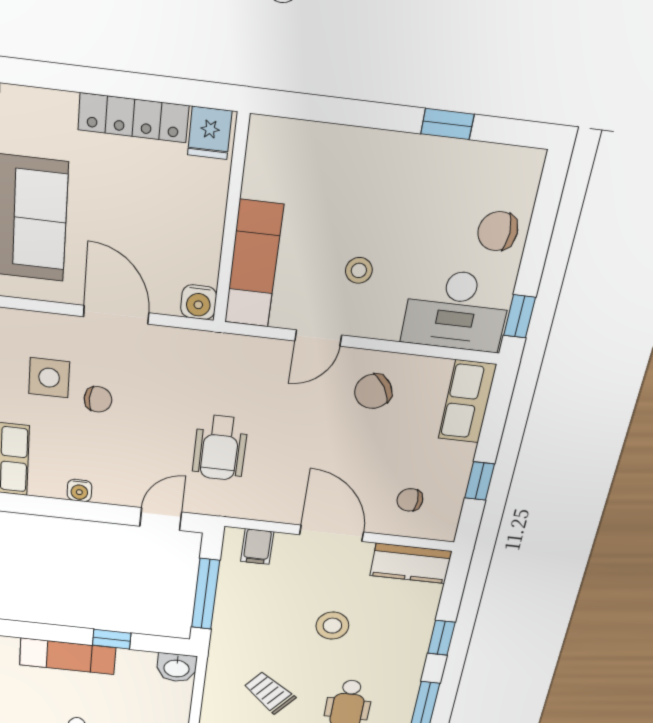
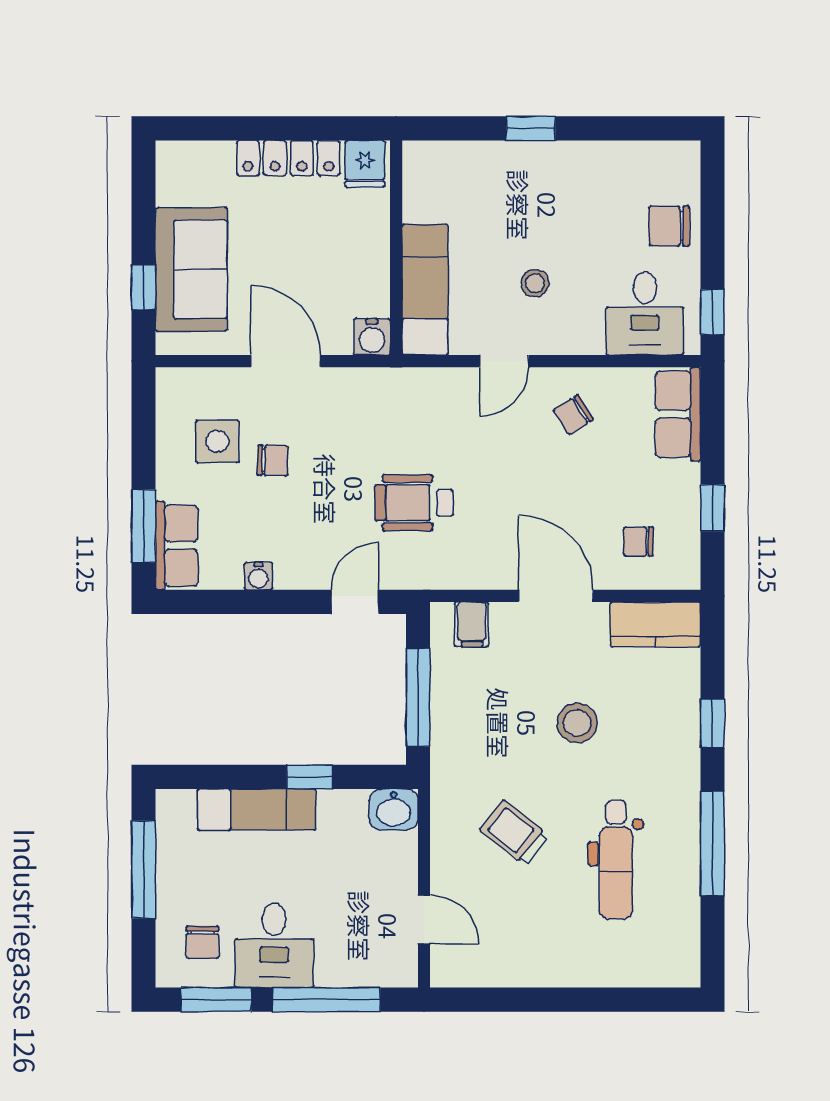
window: (447, 124) -> (531, 128), moved
desk: (456, 310) -> (645, 314), width x0.73
chair: (373, 391) -> (573, 415), width x0.73, depth x0.73
wheelchair: (220, 448) -> (414, 503), turned 90

